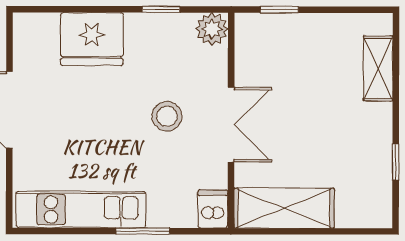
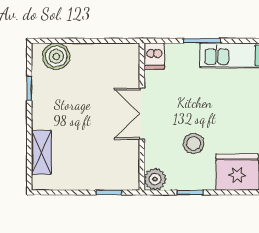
stool: (167, 116) -> (194, 144), moved
shelving: (284, 208) -> (105, 57), removed
boiler: (356, 209) -> (56, 56), added

